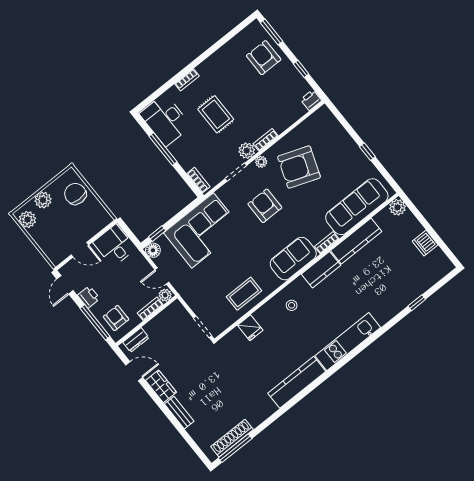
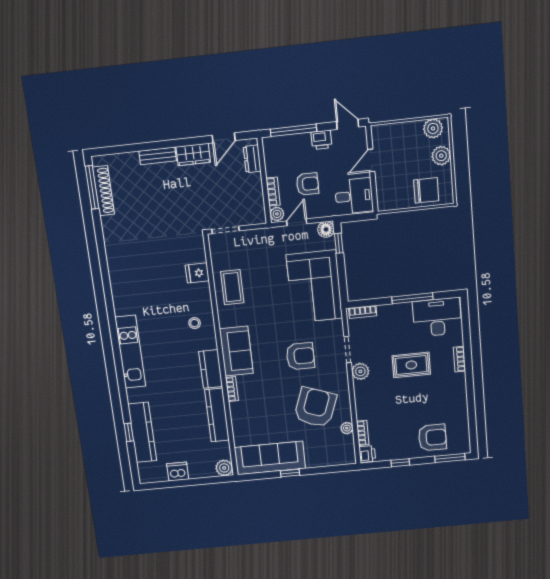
bookcase: (266, 140) -> (363, 433), moved
plant: (261, 162) -> (347, 428), moved
sofa: (357, 207) -> (270, 458), moved, turned -90
armchair: (116, 318) -> (307, 184), moved
kitchen counter: (297, 382) -> (142, 432), moved

